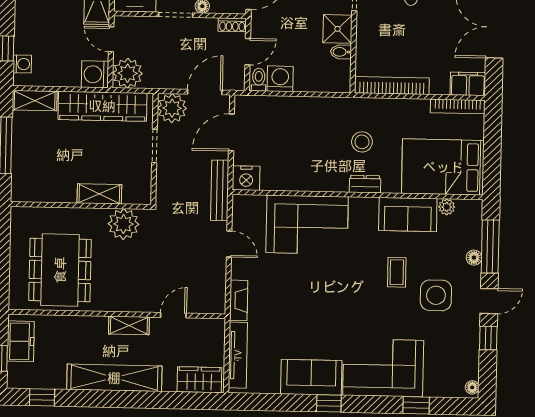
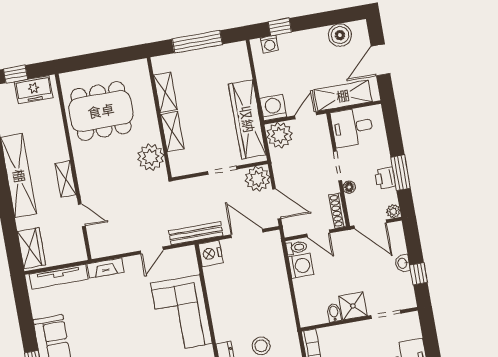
shoe rack: (232, 25) -> (338, 211), width x1.43
shelving: (35, 101) -> (165, 92), moved

